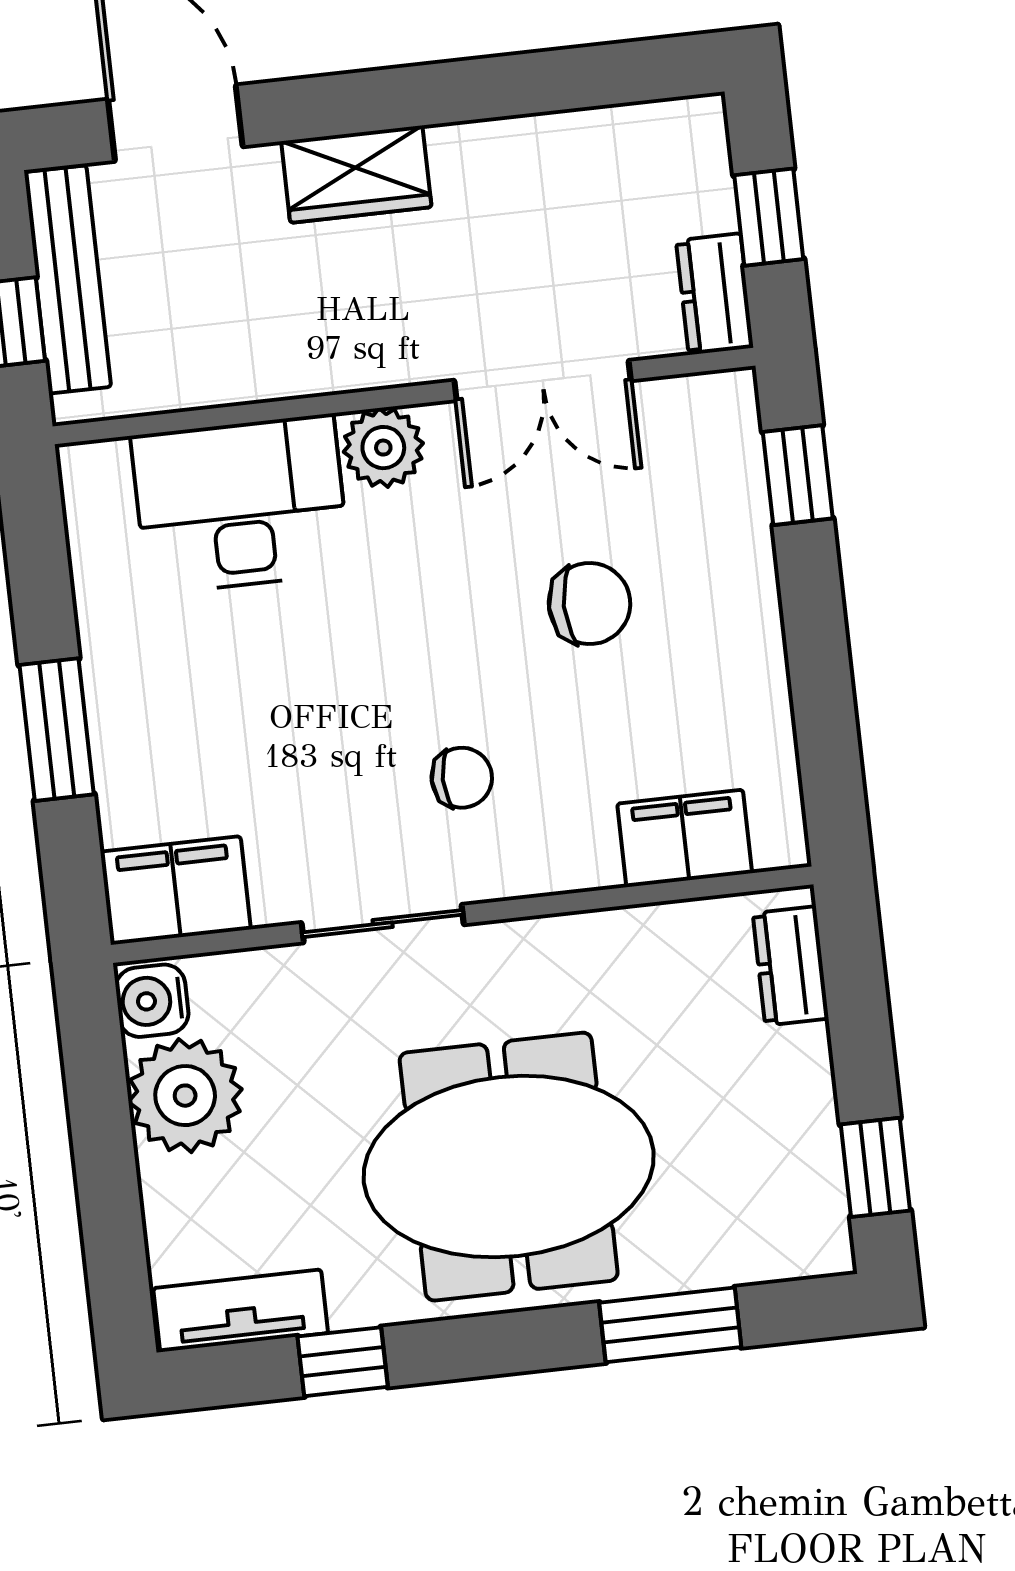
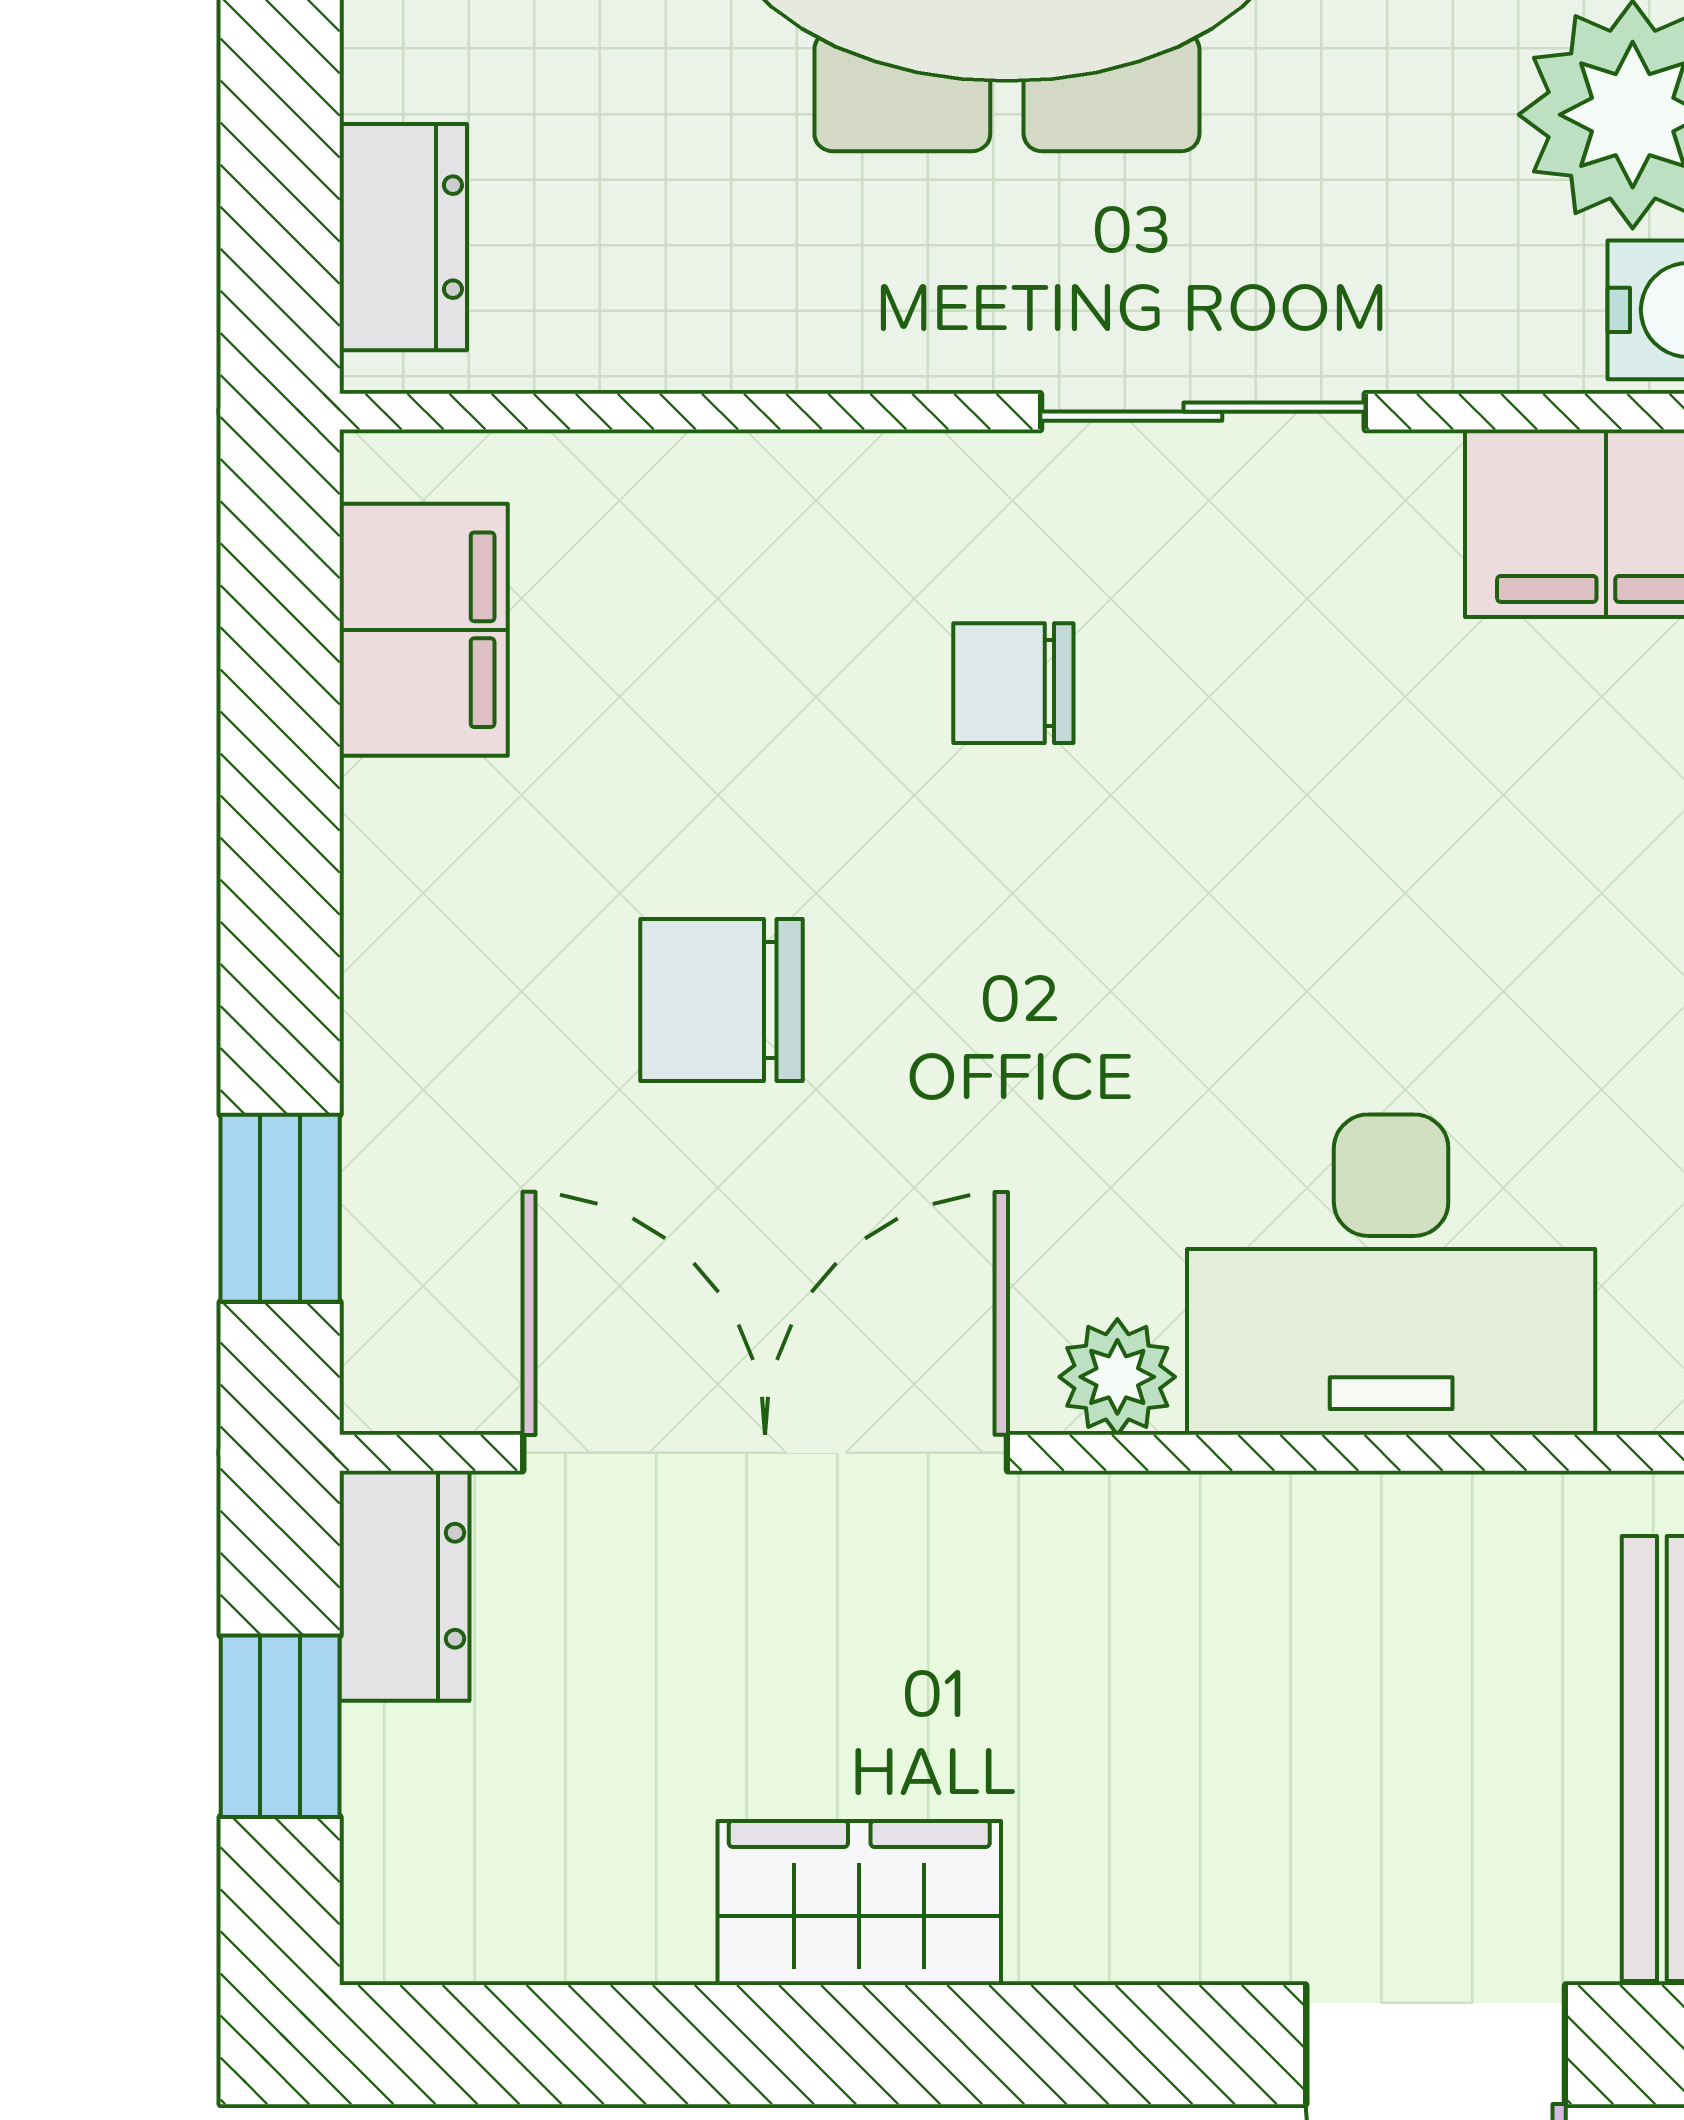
wardrobe: (356, 174) -> (859, 1903), moved
double door: (542, 380) -> (765, 1453), width x1.37
plant: (383, 448) -> (1117, 1377), width x0.73, depth x0.73
filing cabinet: (685, 838) -> (424, 630), moved, turned -90

